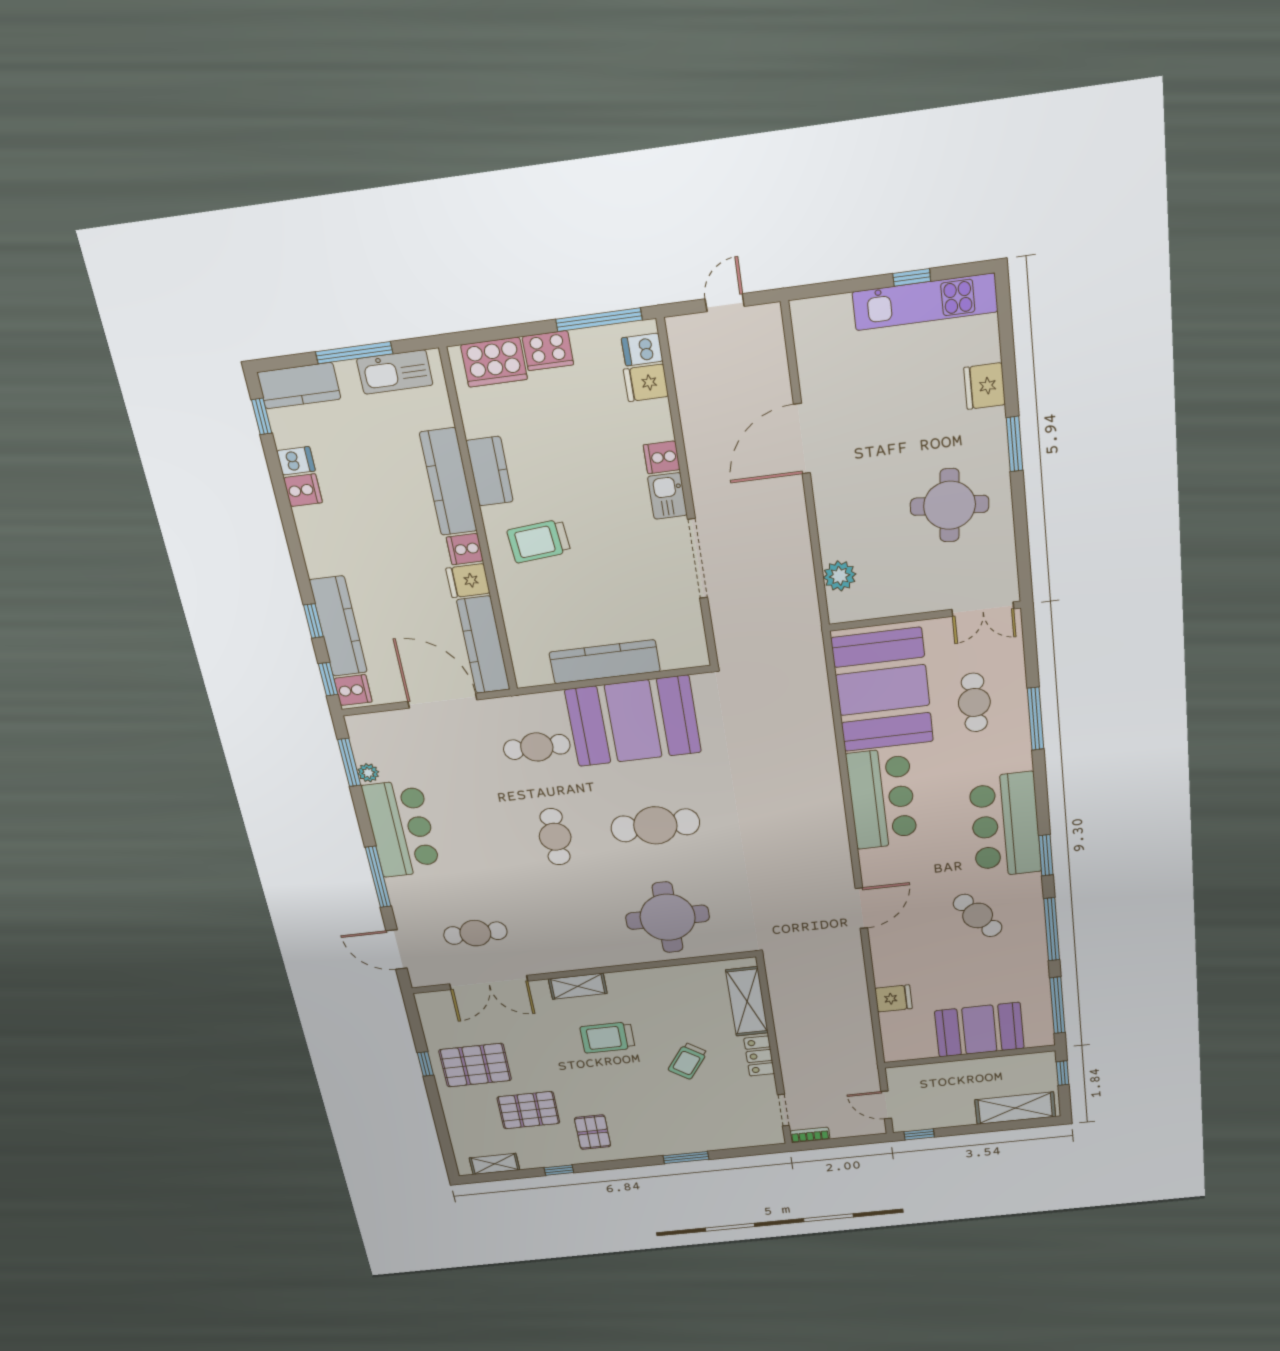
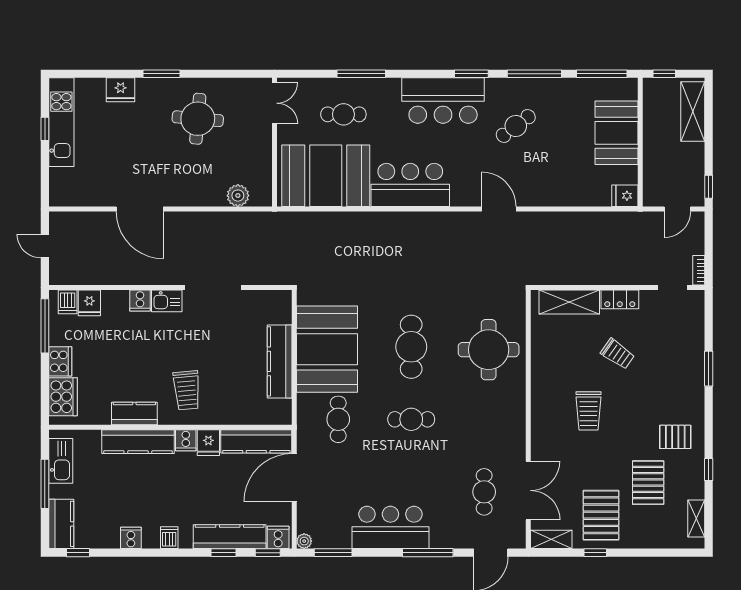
dishwasher: (296, 461) -> (169, 538), moved
plant: (368, 773) -> (304, 541), moved
shelving: (578, 986) -> (551, 539), moved, turned 90
fridge: (894, 998) -> (625, 196), moved, turned -90

